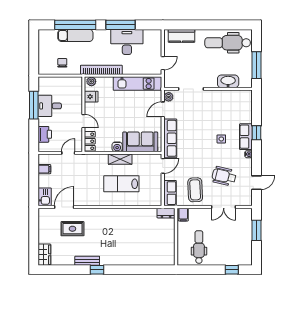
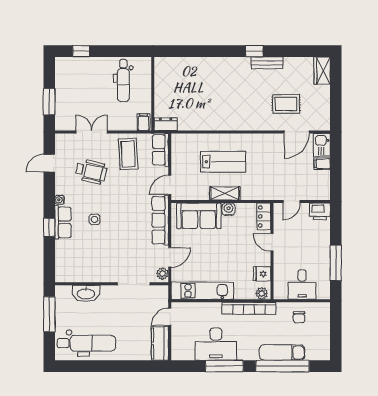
kitchen counter: (181, 36) -> (160, 344), moved, turned -90
desk: (50, 106) -> (302, 285), moved, turned 90
printer: (45, 134) -> (320, 211), moved, turned -90
filing cabinet: (44, 169) -> (322, 164), moved

